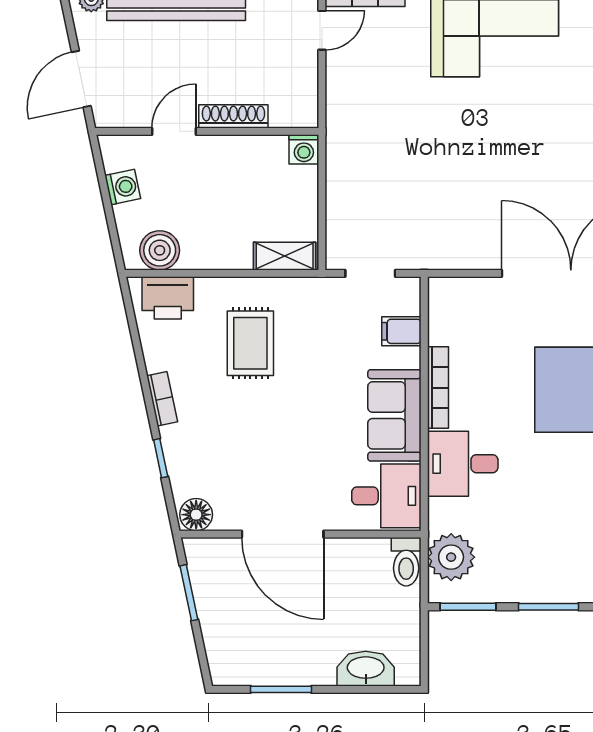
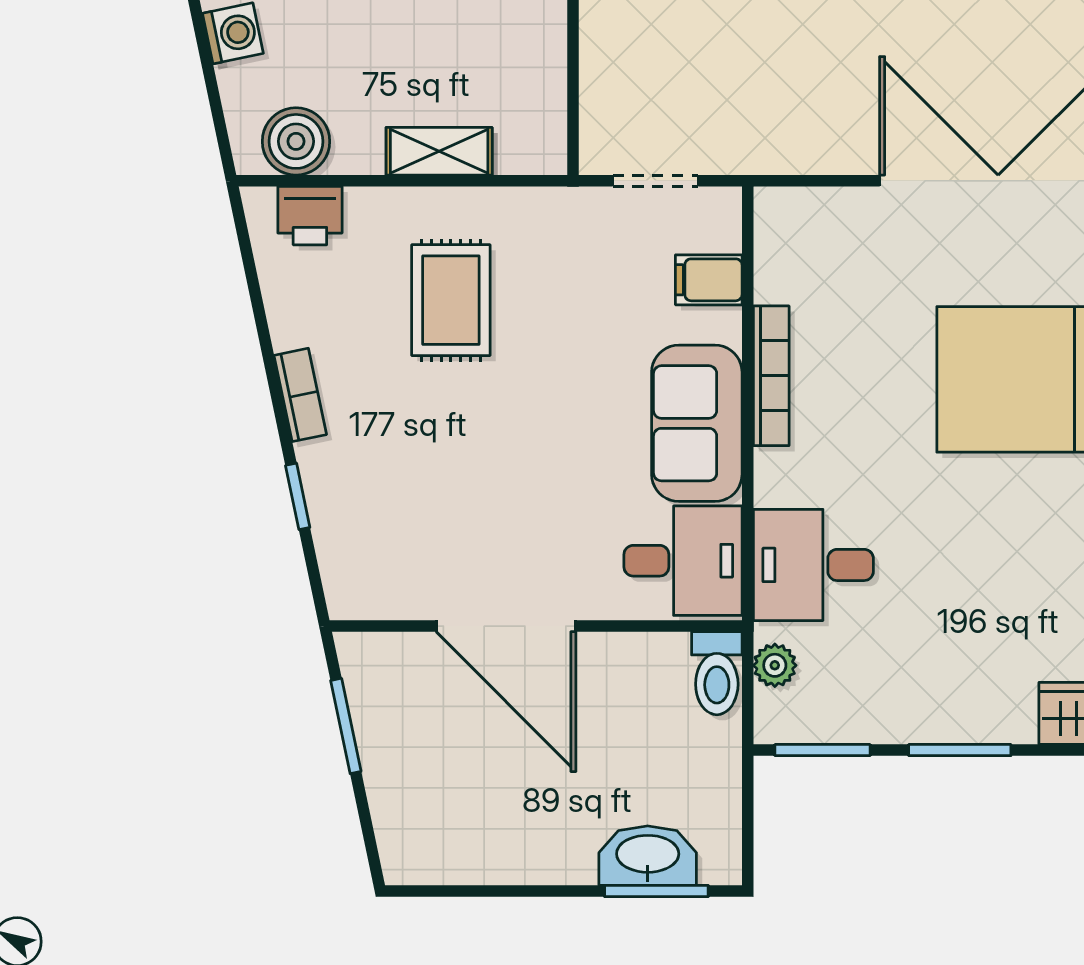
shelving: (285, 256) -> (439, 151), moved
printer: (168, 298) -> (310, 216), width x0.73, depth x0.81
desk: (463, 464) -> (813, 565), moved
floor lamp: (196, 515) -> (358, 593), removed
plant: (451, 557) -> (775, 665), width x0.53, depth x0.53
window: (281, 689) -> (656, 891), moved

